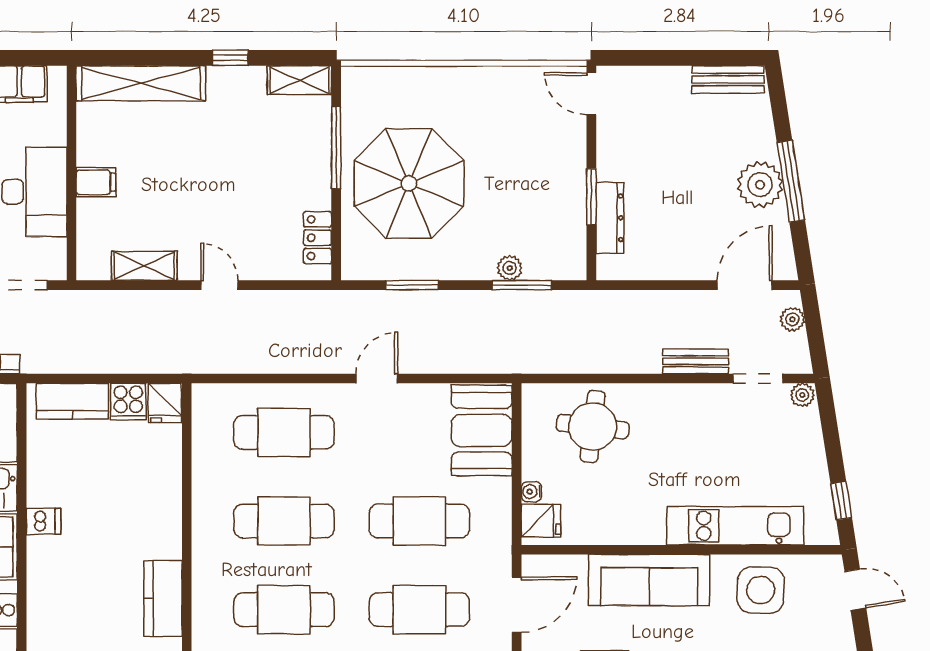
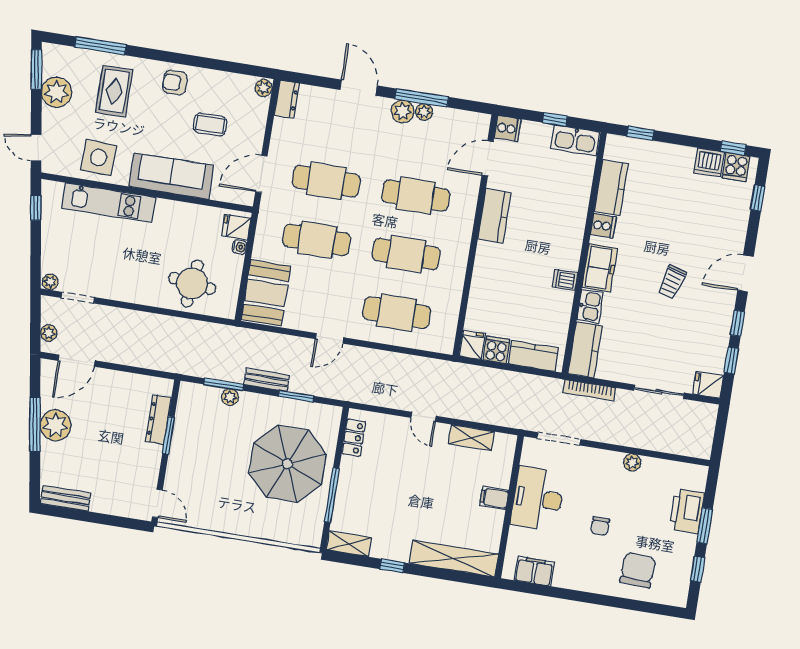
bench: (696, 361) -> (267, 380), moved

